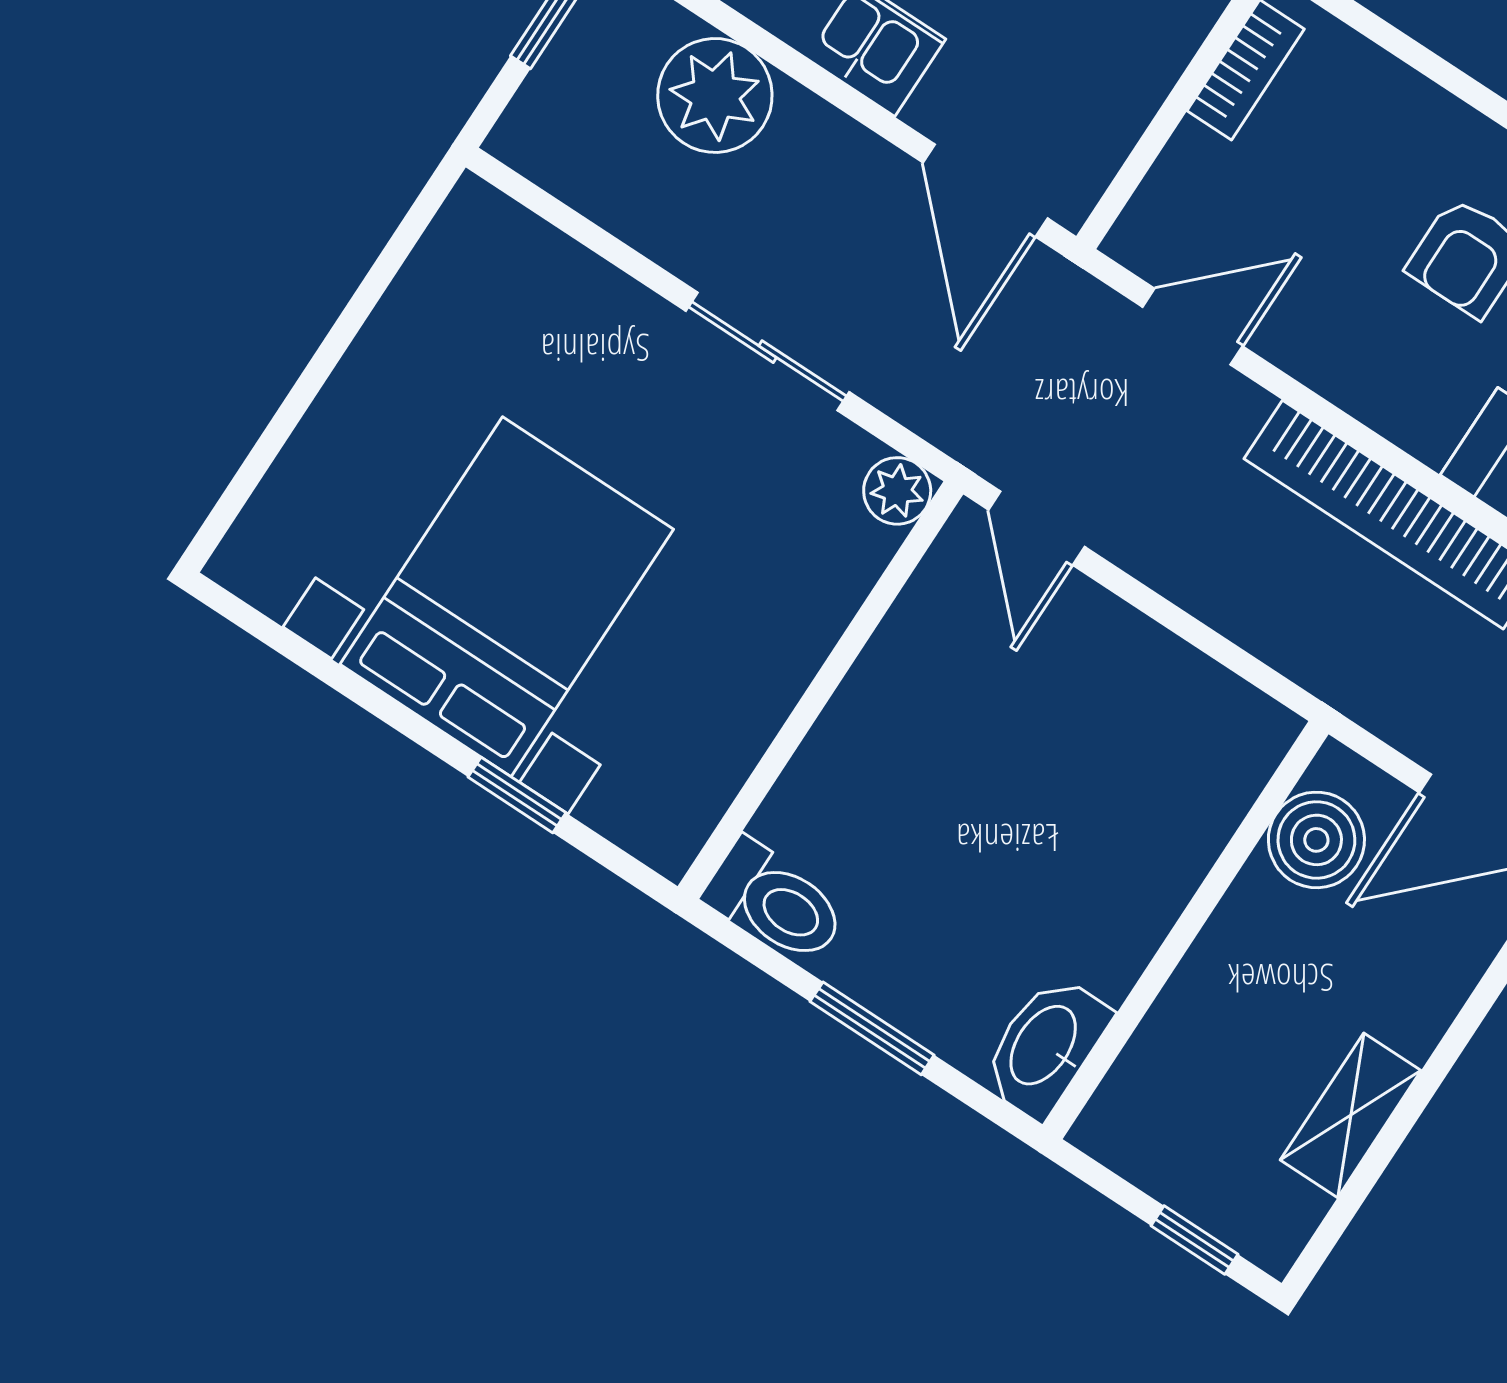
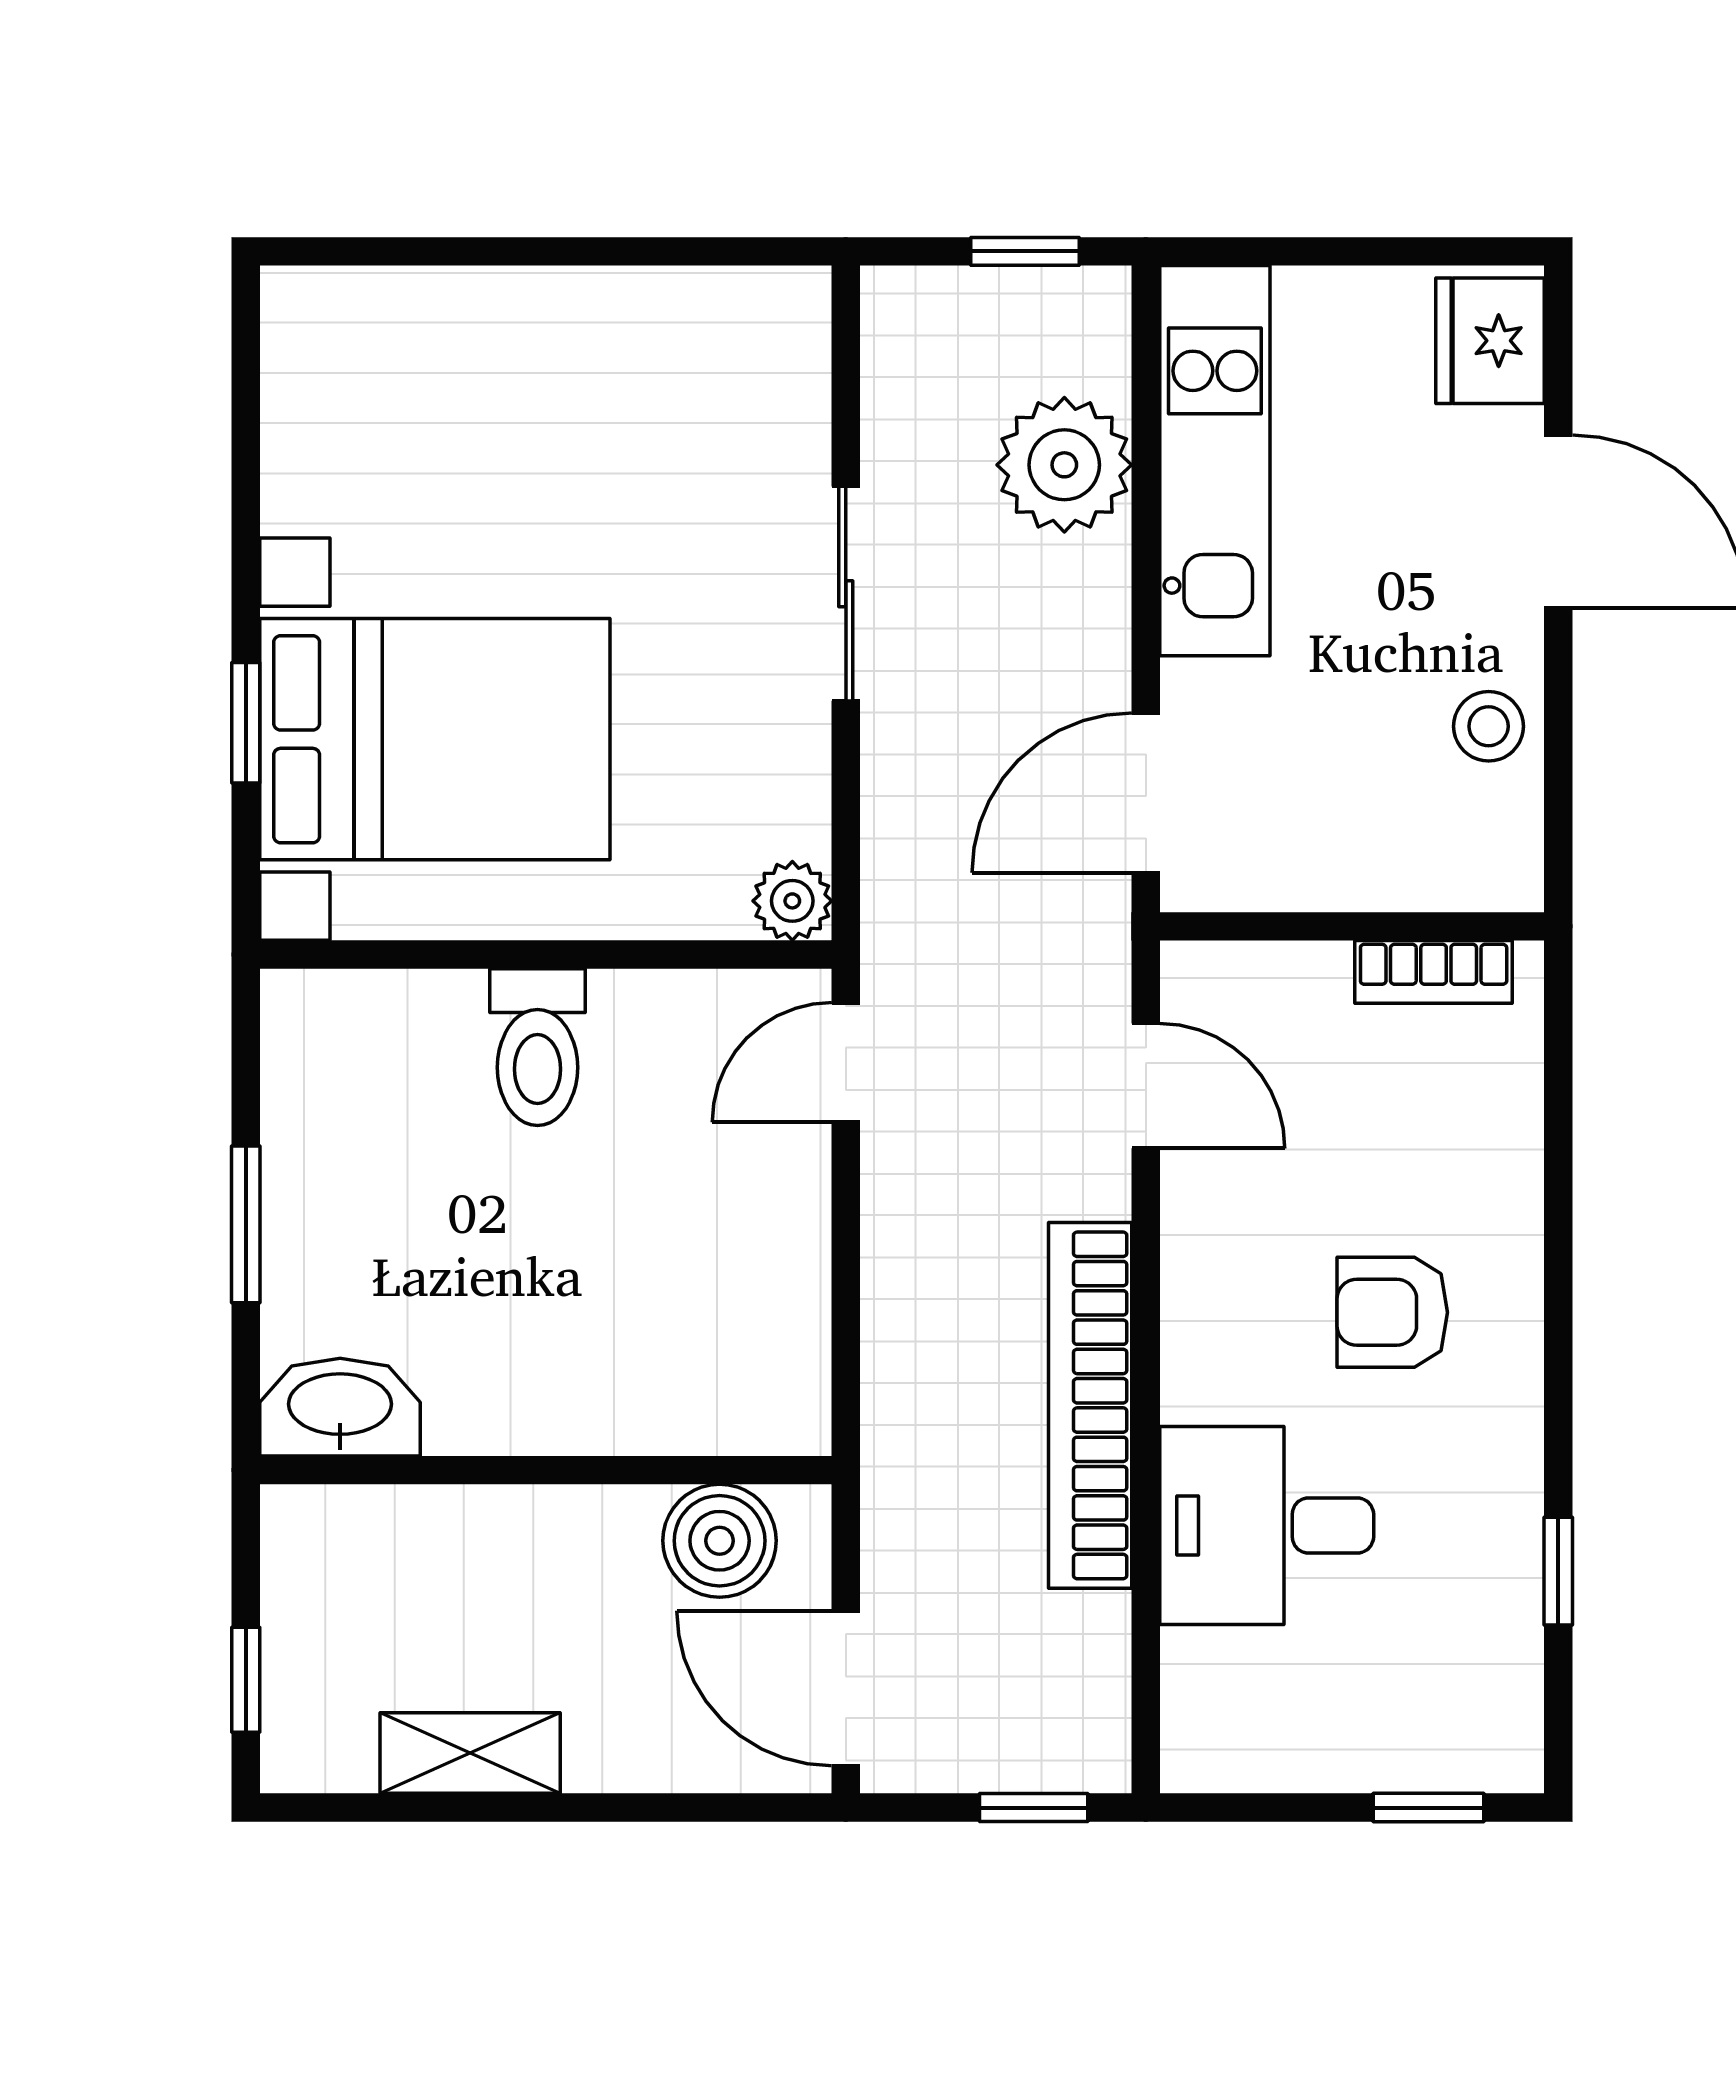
sliding door: (768, 352) -> (846, 594), moved
bed with nightstands: (507, 597) -> (435, 739), moved
toilet: (775, 902) -> (538, 1047), moved

